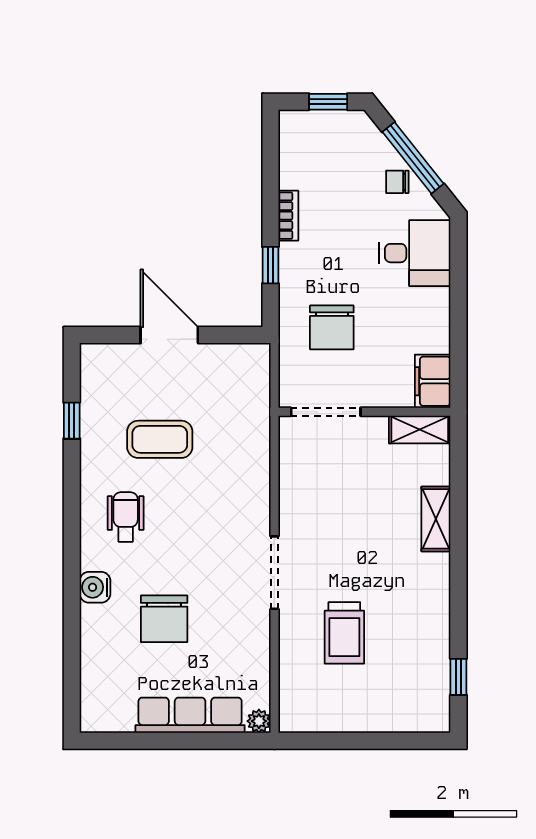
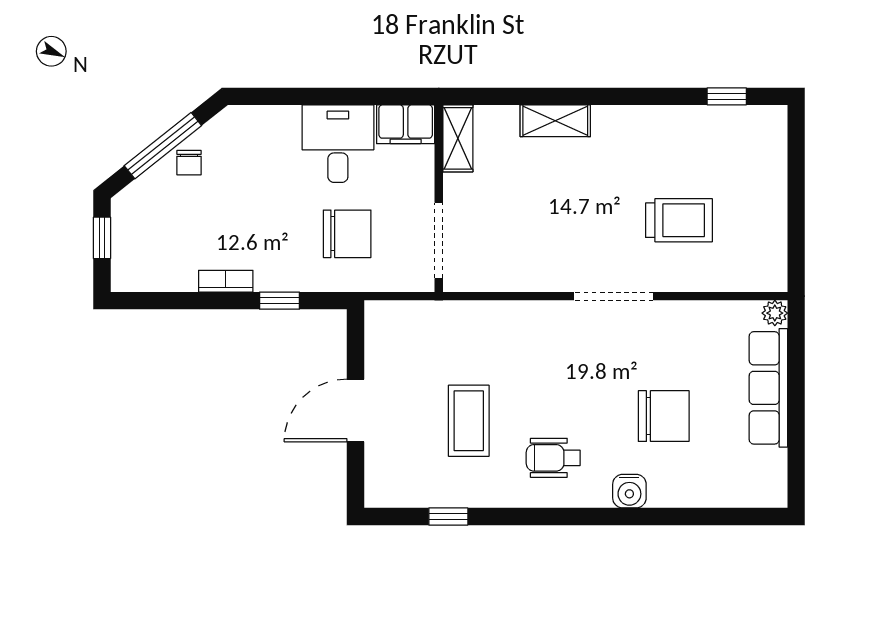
desk: (415, 253) -> (338, 144), moved

